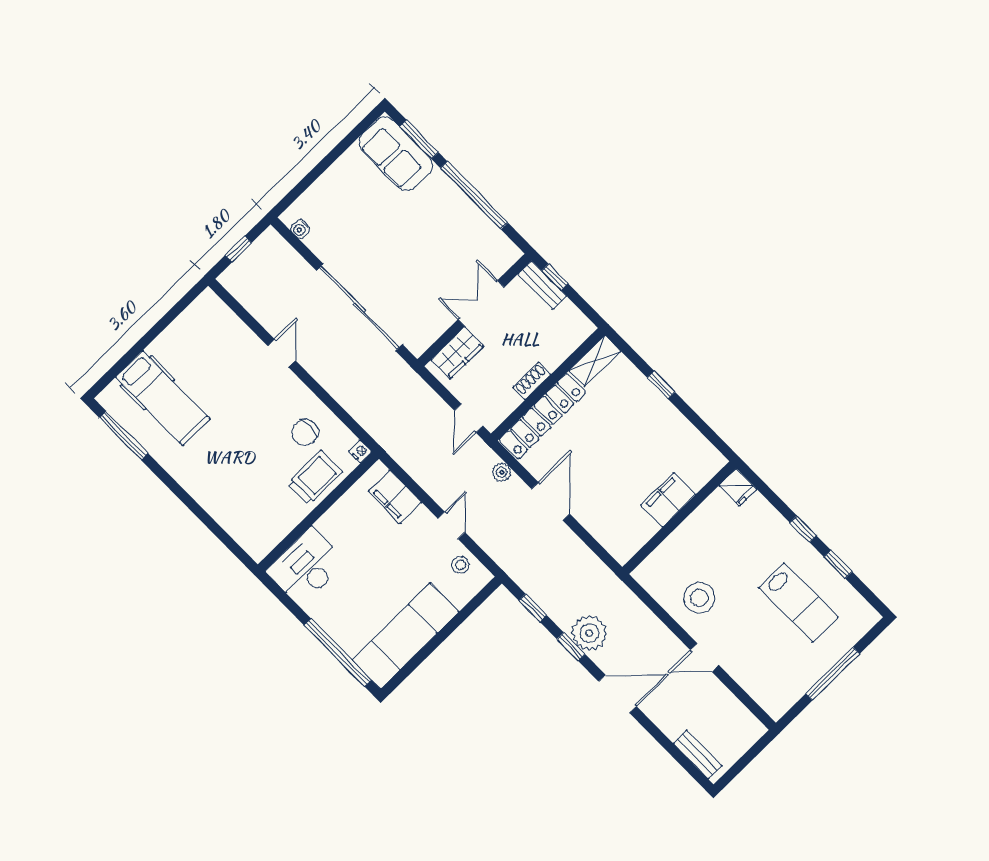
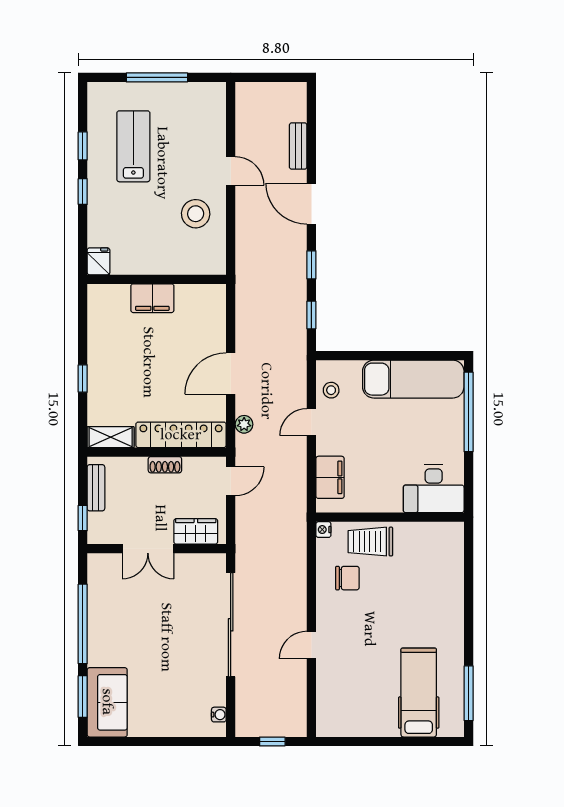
bench: (542, 285) -> (96, 488), moved
plant: (589, 633) -> (291, 262), removed
bench: (697, 754) -> (298, 146), moved

